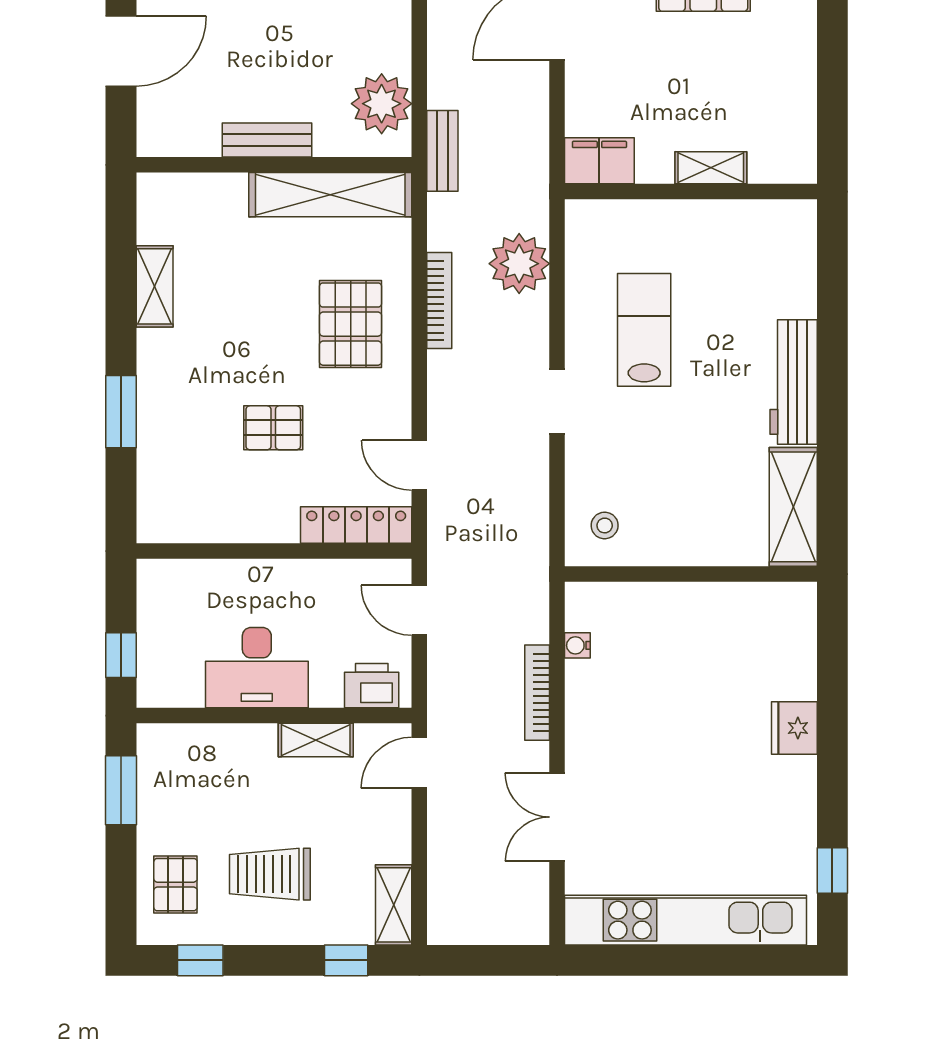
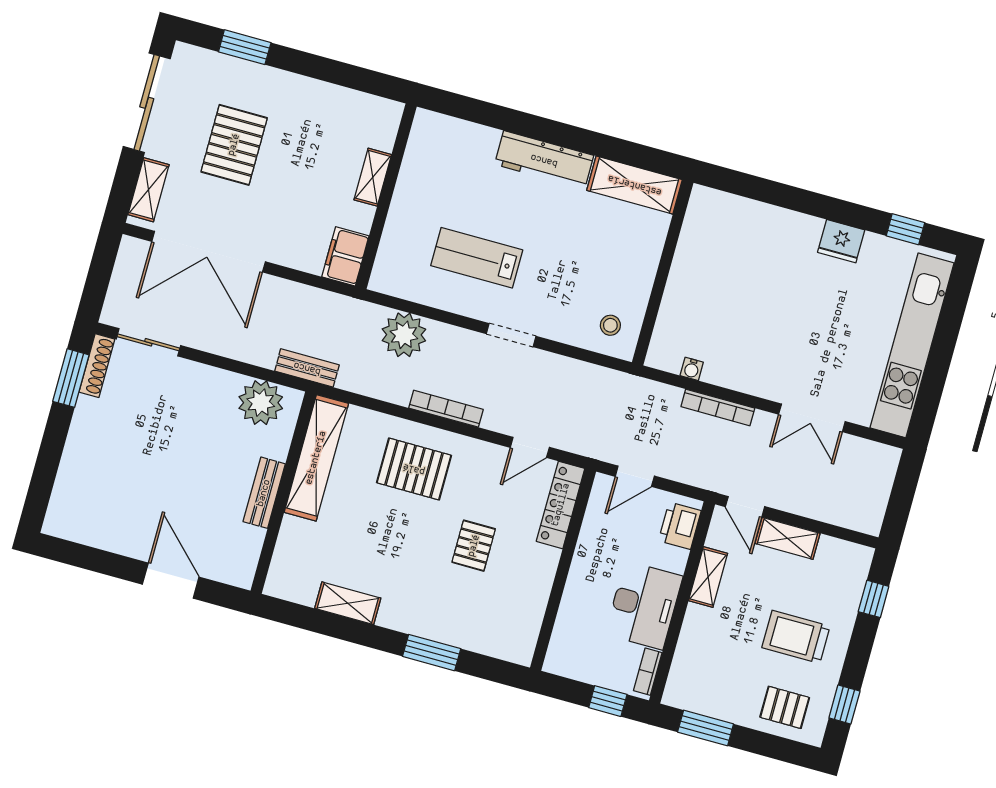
bookcase: (439, 301) -> (446, 409), moved
bookcase: (173, 696) -> (648, 672), added
fridge: (794, 728) -> (841, 241), moved
trolley: (270, 874) -> (796, 637), turned 90
shelving: (394, 905) -> (787, 538), moved

